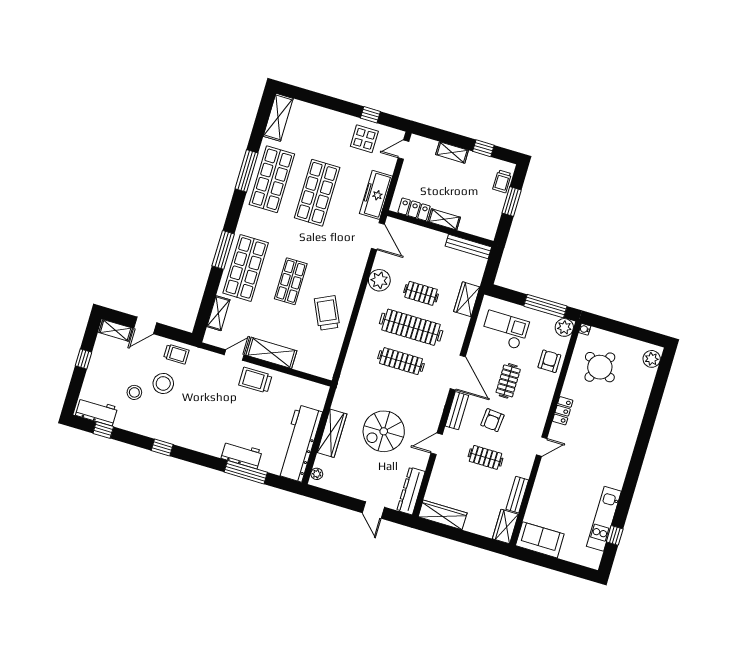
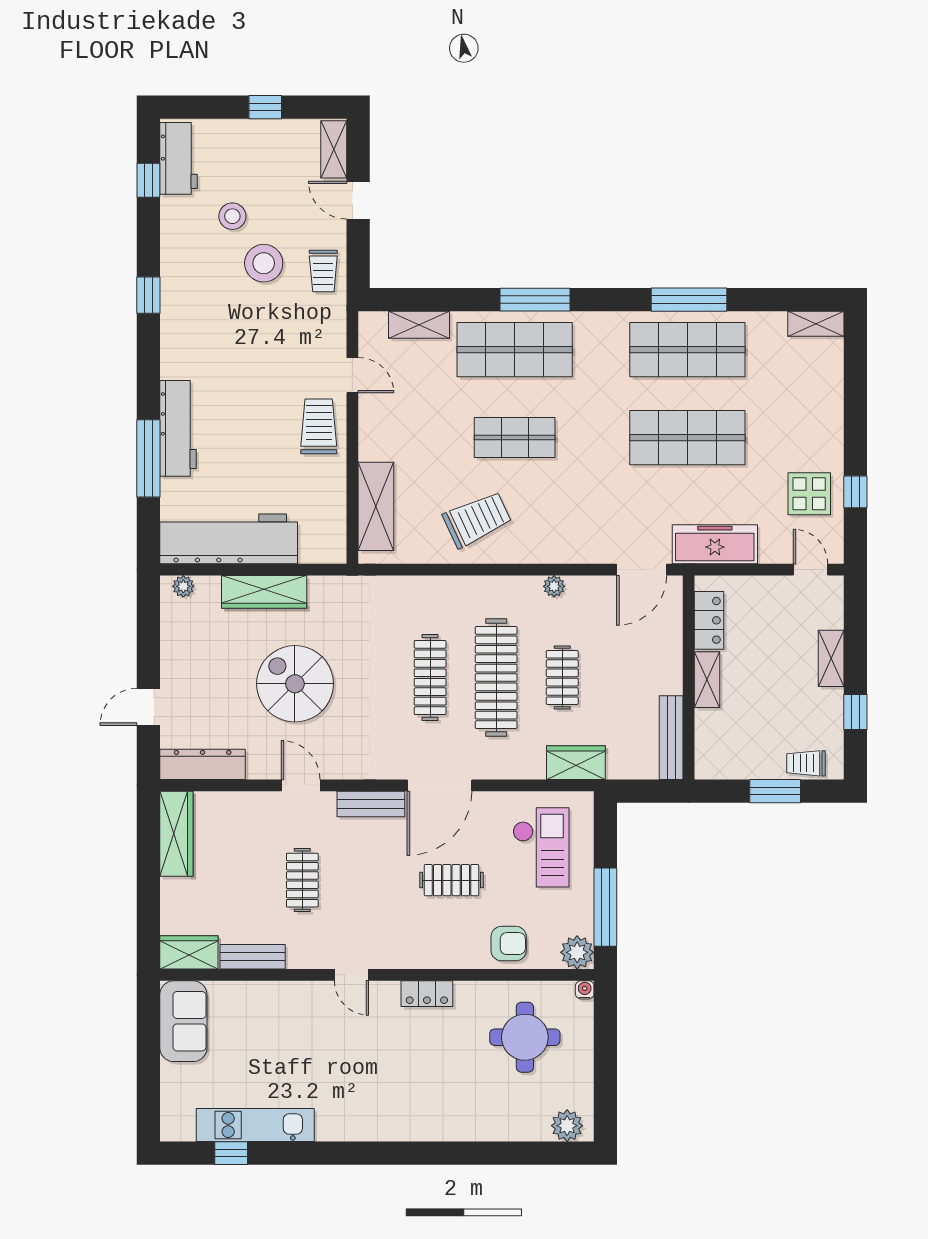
shelving: (278, 117) -> (816, 324), width x0.67, depth x0.75
plant: (379, 280) -> (554, 586), width x0.53, depth x0.53
shelving: (271, 353) -> (376, 506), moved
round table: (600, 367) -> (525, 1037), turned -30
armchair: (492, 420) -> (373, 873), removed
workbench: (242, 455) -> (178, 428), width x1.38

